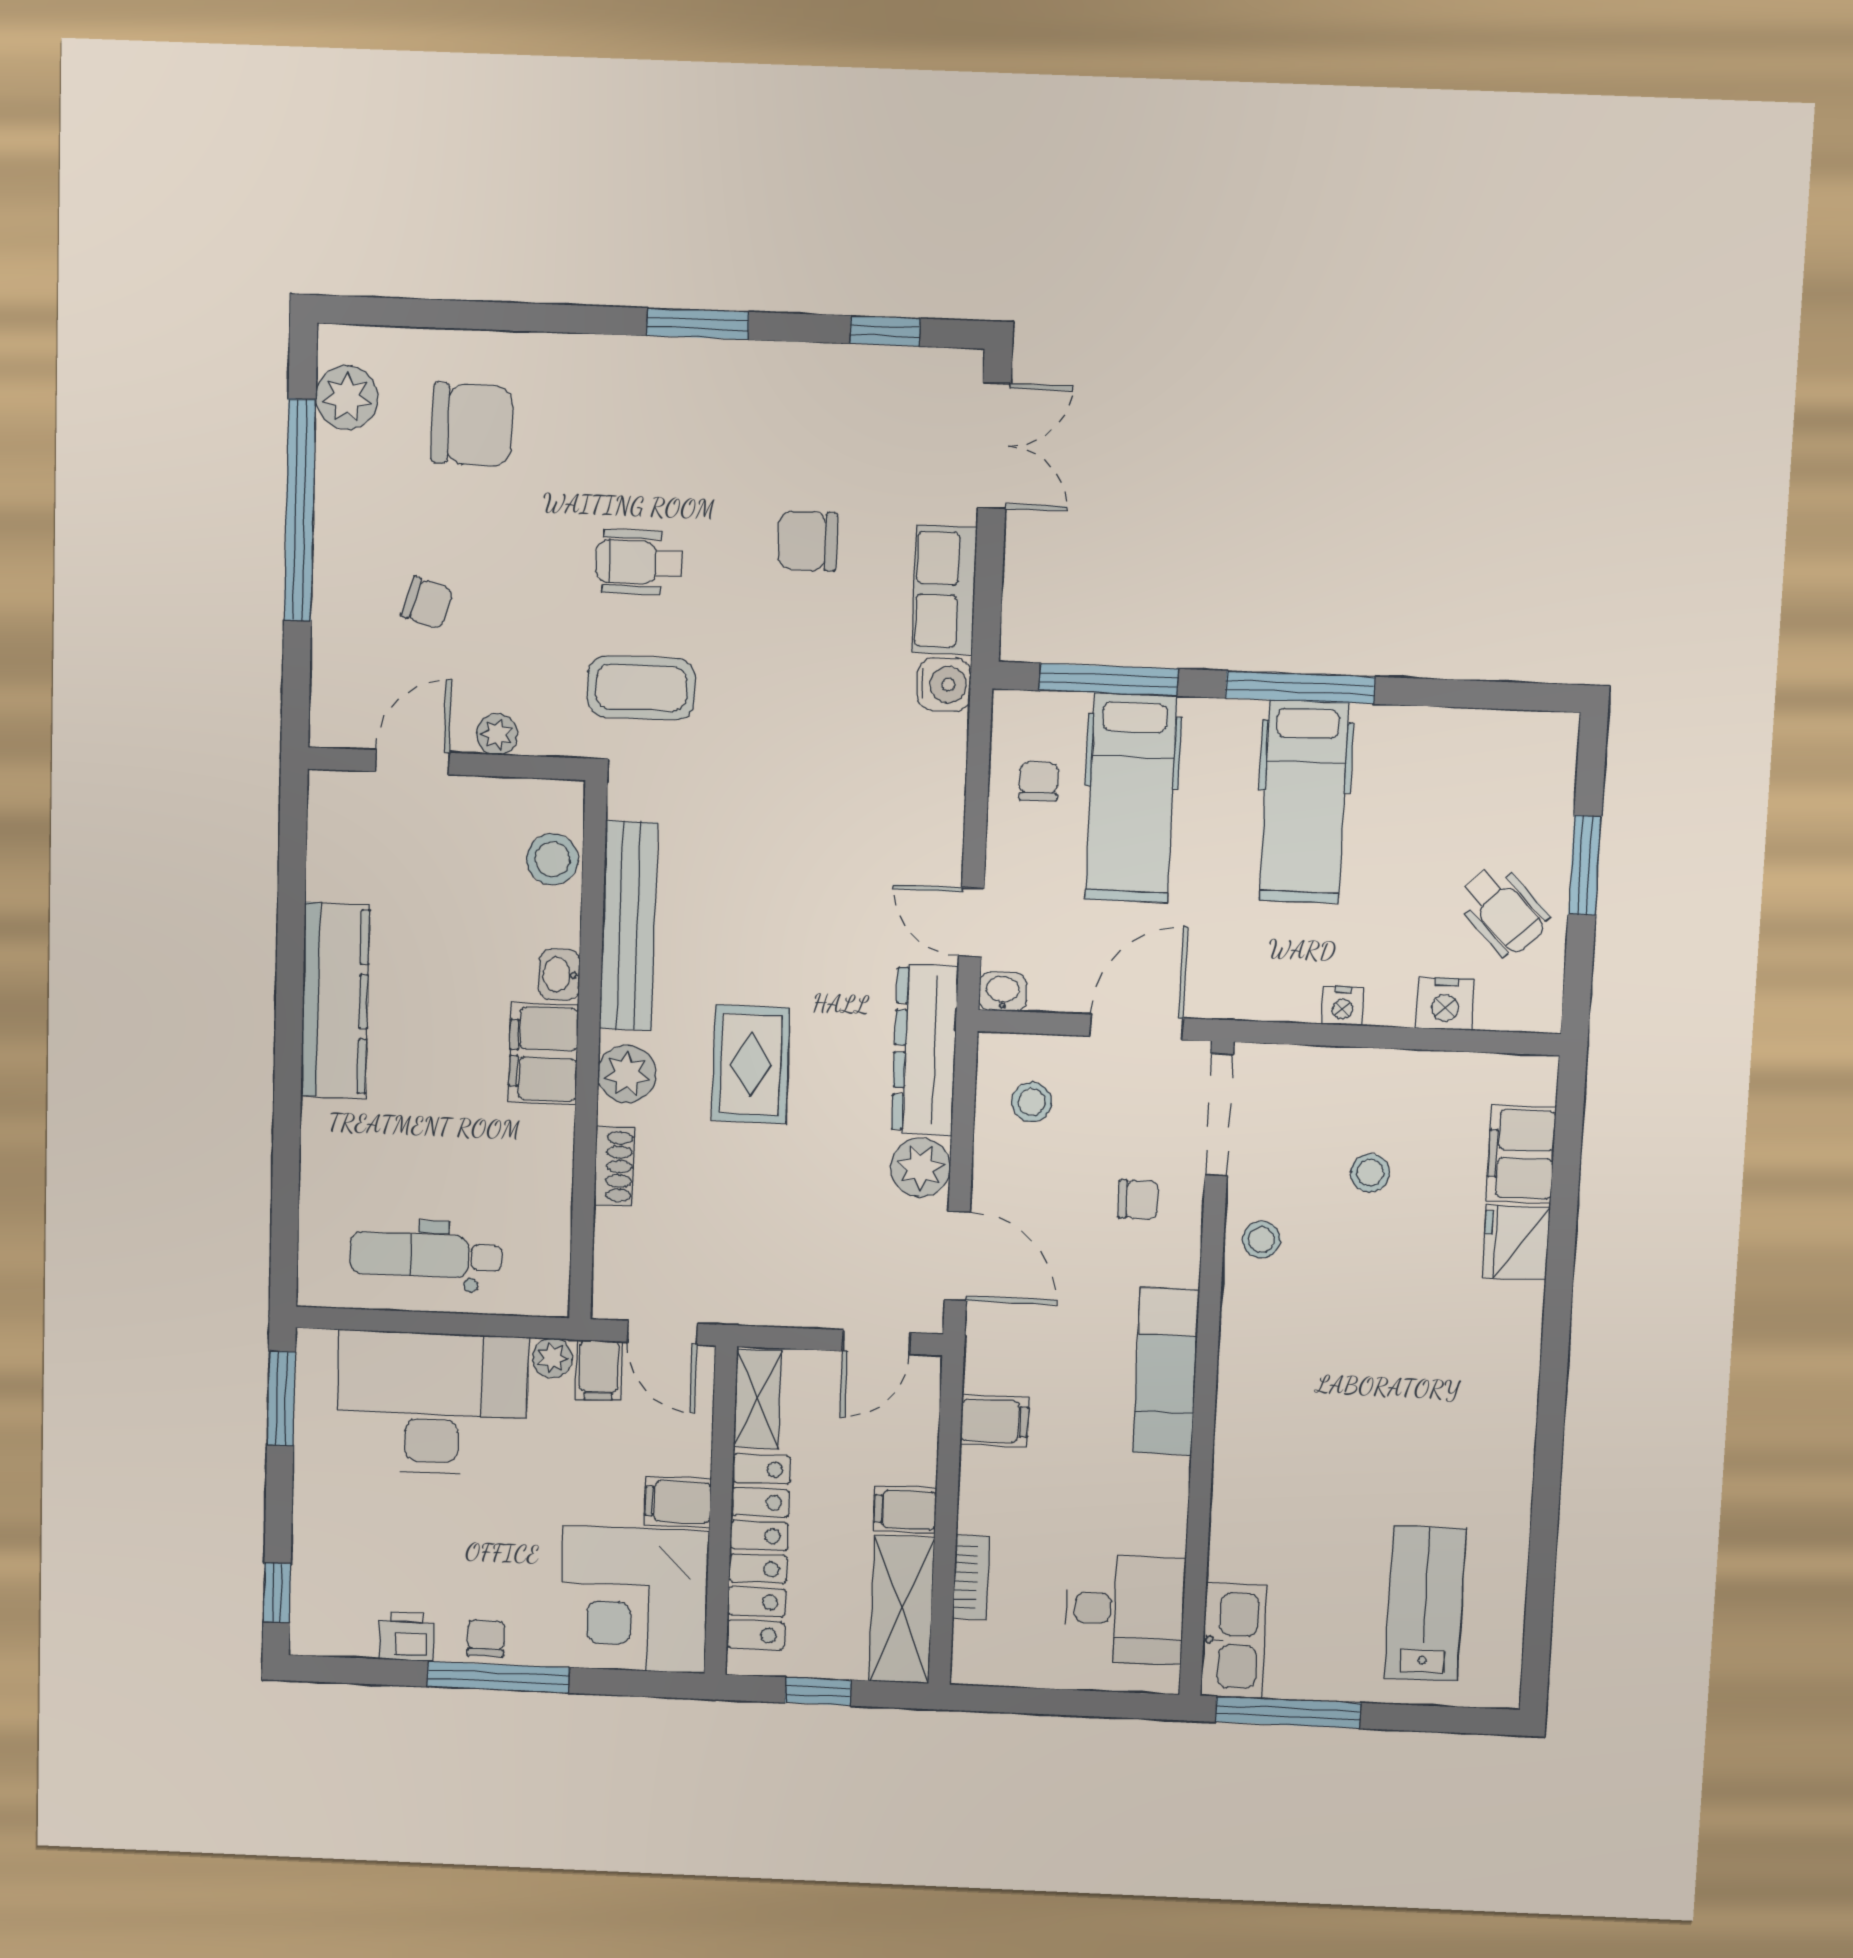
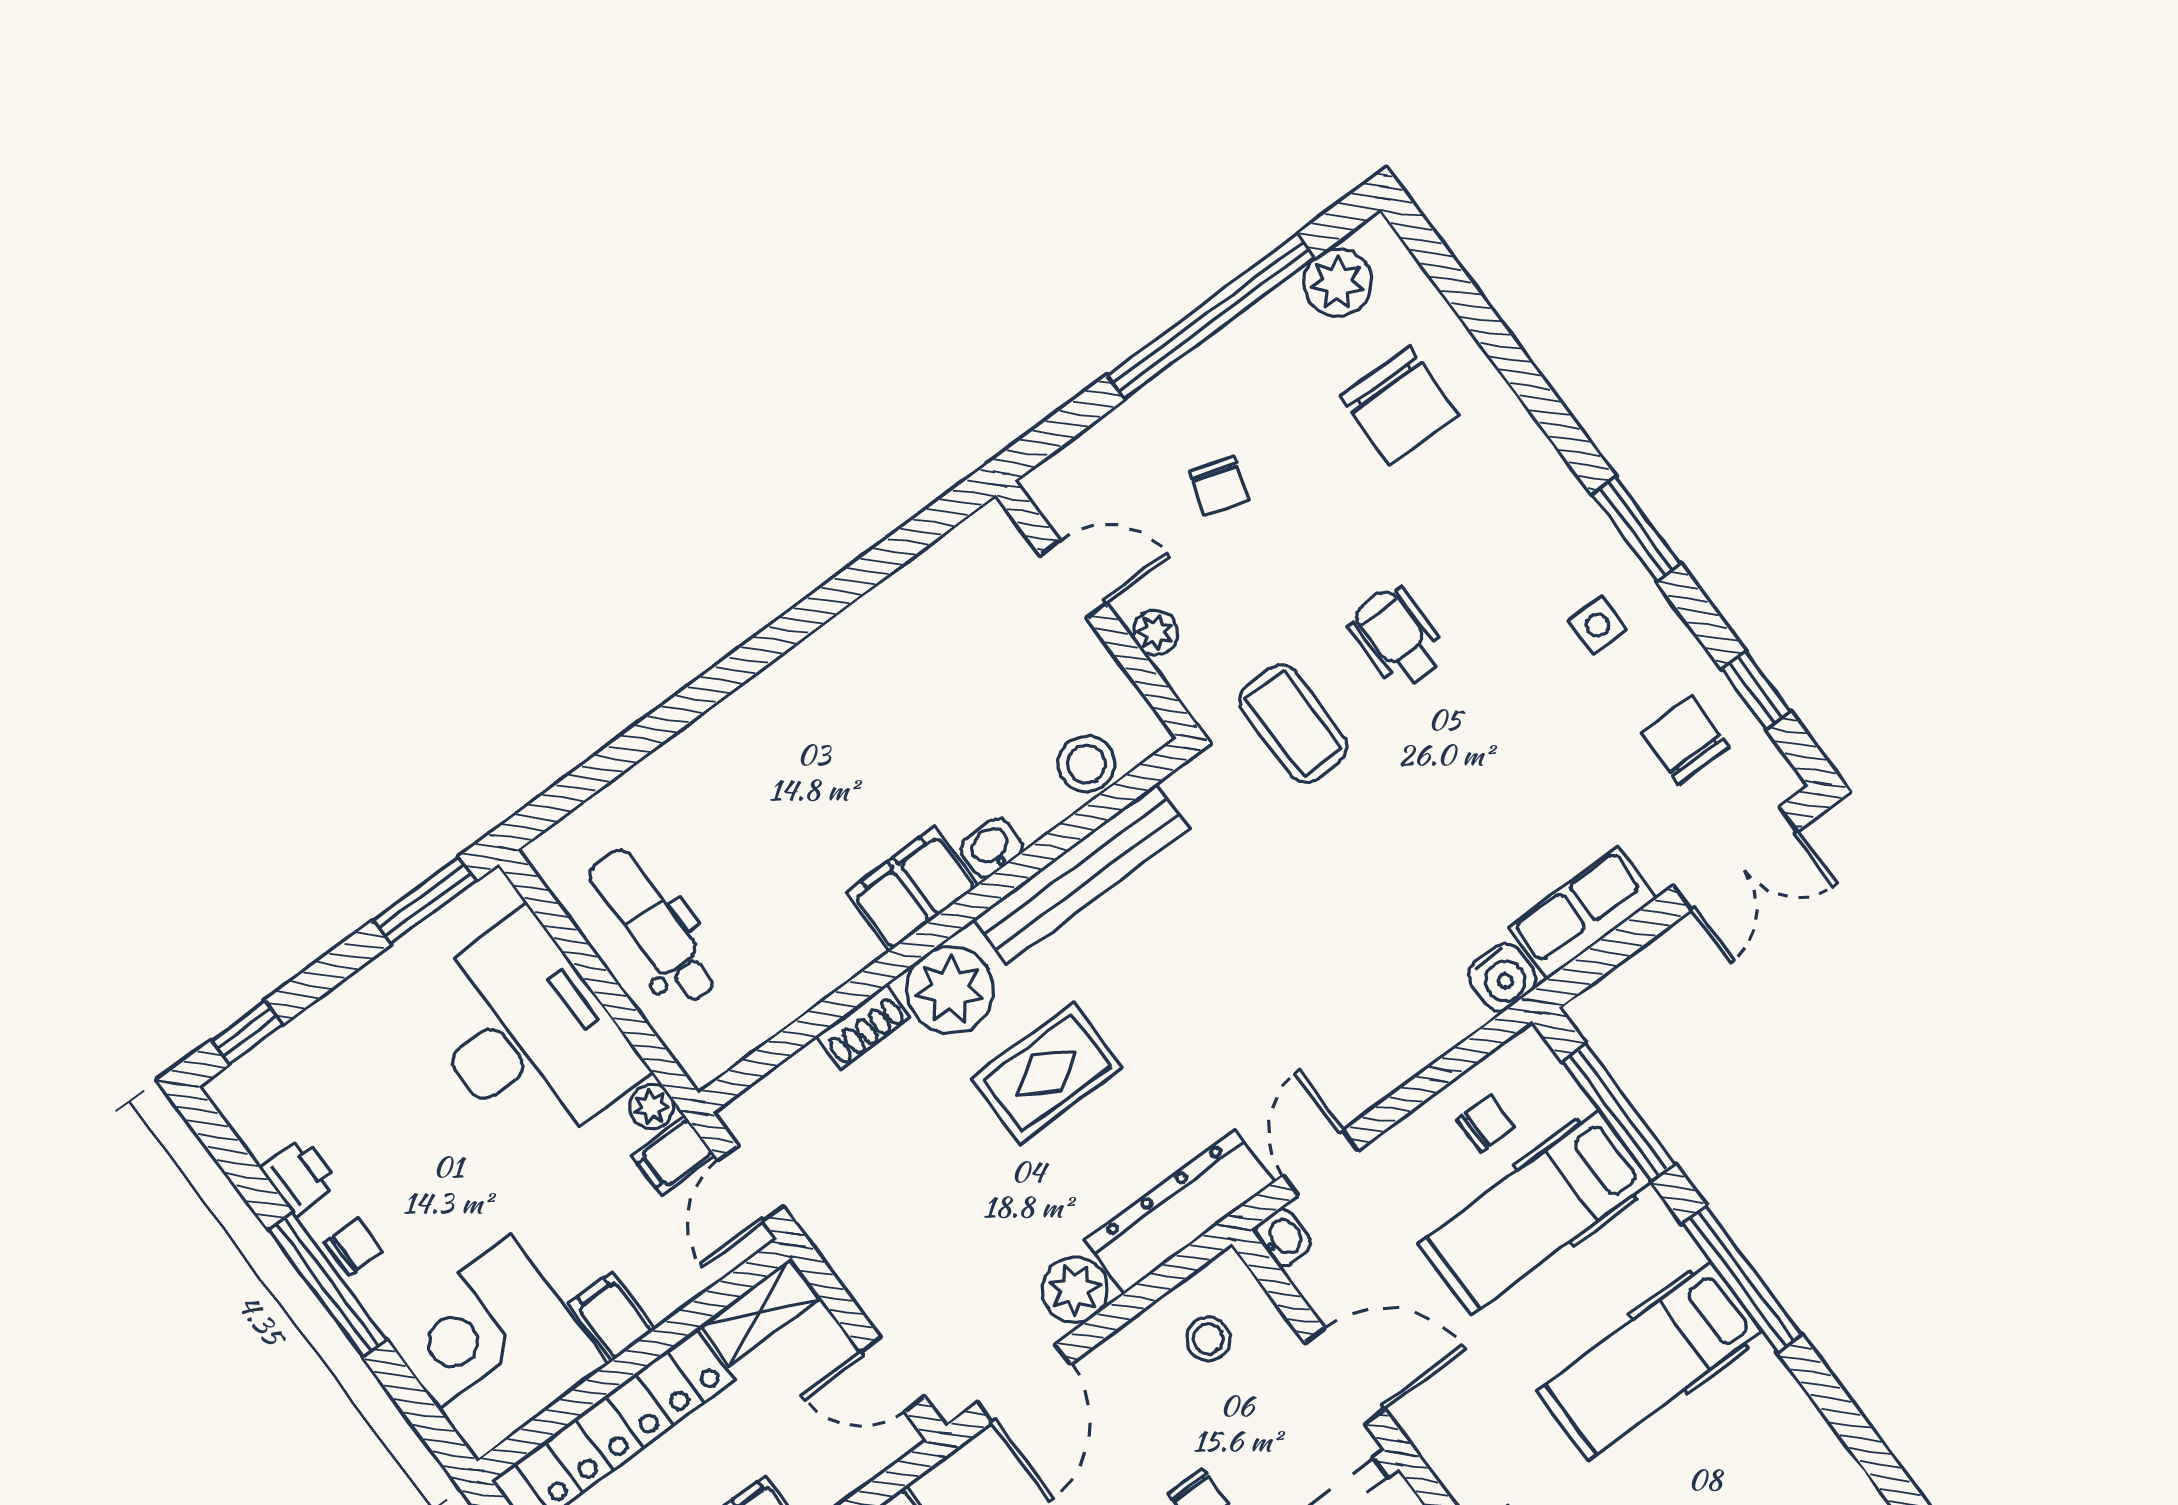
side table: (745, 409) -> (1597, 625), added
chair: (808, 541) -> (1685, 740), moved
kitchen counter: (335, 1001) -> (814, 674), removed
plant: (627, 1074) -> (950, 990), width x1.36, depth x1.36

